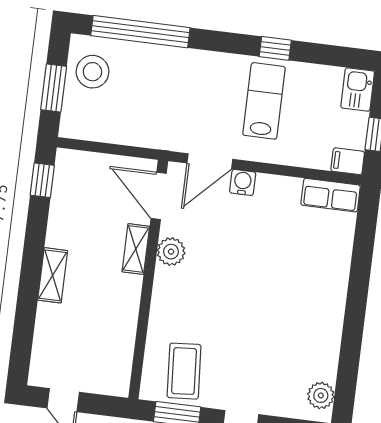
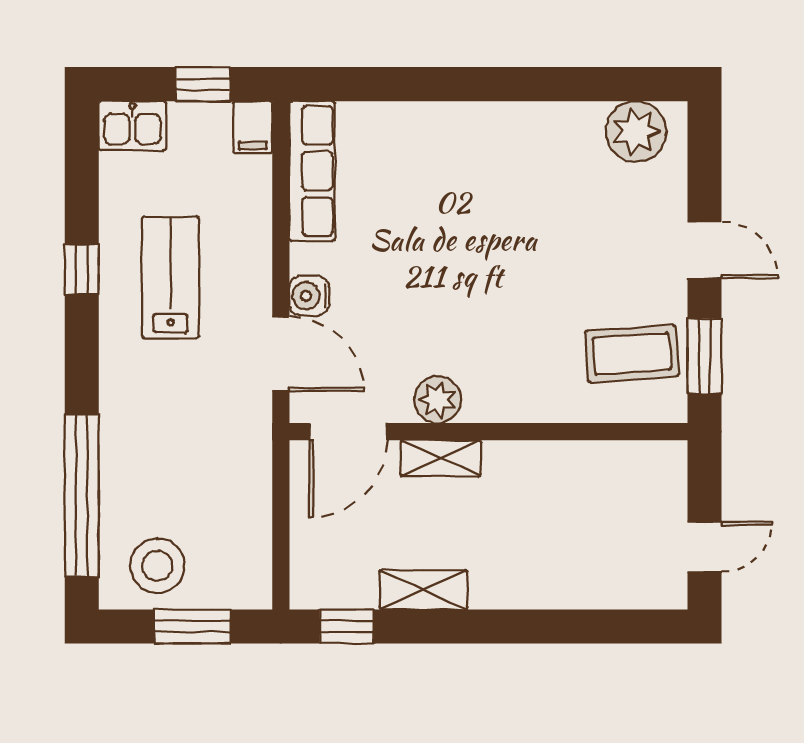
lab bench: (264, 101) -> (170, 277), turned 90
row of seats: (331, 195) -> (312, 171), width x1.48
shelving: (53, 275) -> (423, 590), moved
plant: (321, 395) -> (636, 131), width x1.36, depth x1.36

